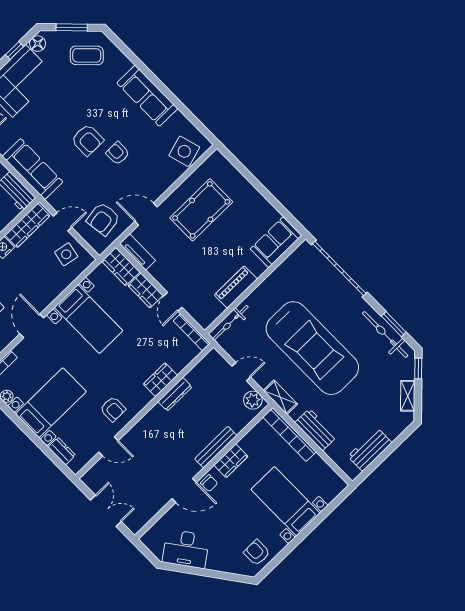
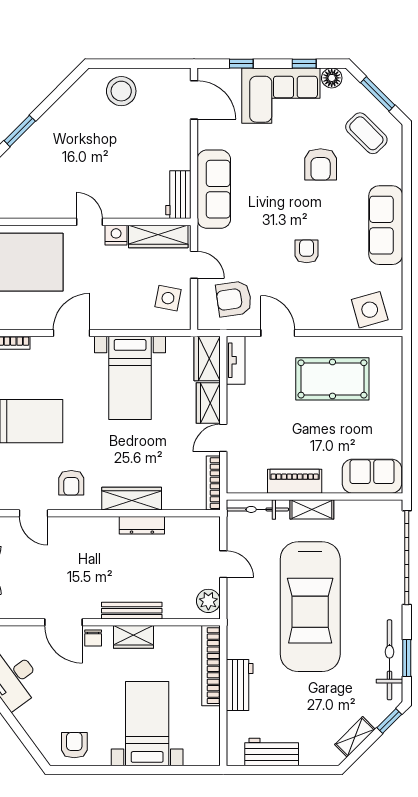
armchair: (87, 140) -> (321, 164), moved
wardrobe: (160, 380) -> (132, 499), width x1.50
shelving: (280, 397) -> (312, 509), moved, turned 90

